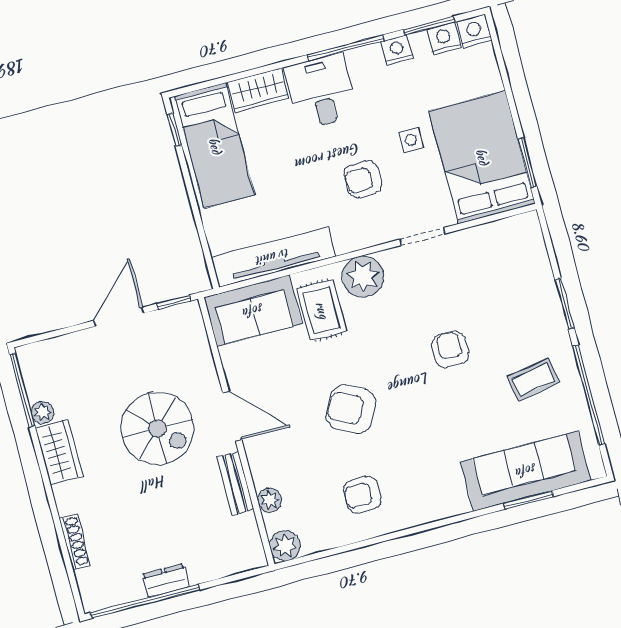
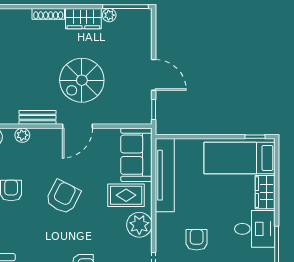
shoe rack: (75, 542) -> (48, 14), moved

